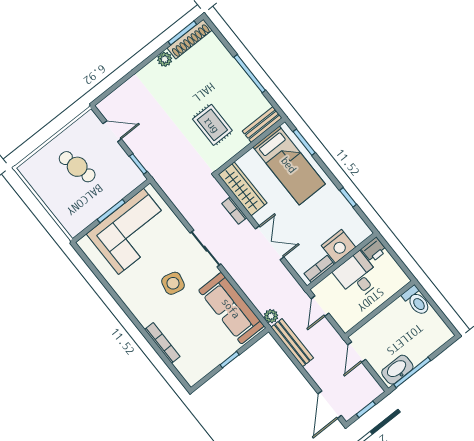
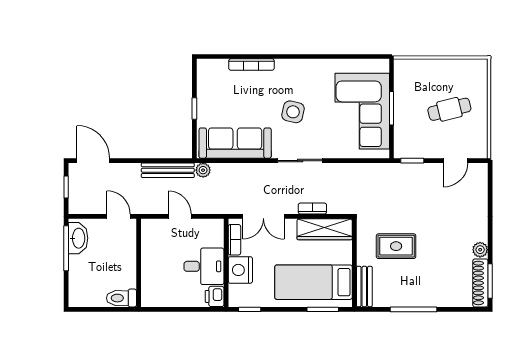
nightstand: (338, 246) -> (240, 270), moved
printer: (374, 250) -> (215, 296), moved
wall: (342, 261) -> (226, 263), moved
bookcase: (319, 269) -> (234, 240), moved
desk: (358, 276) -> (204, 266), moved

